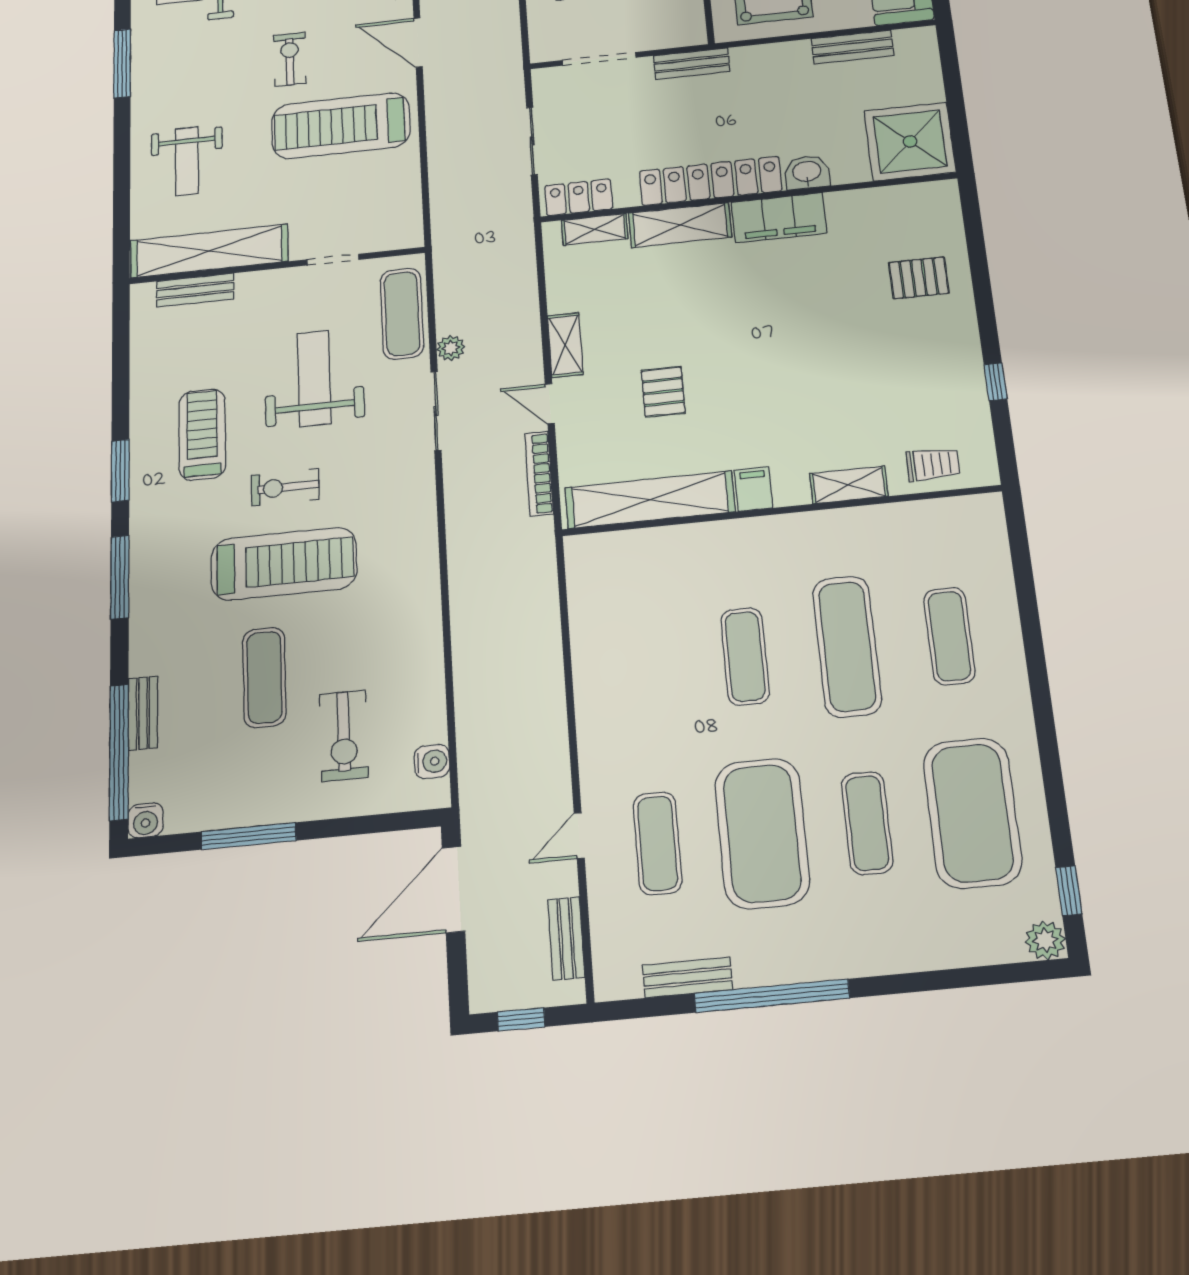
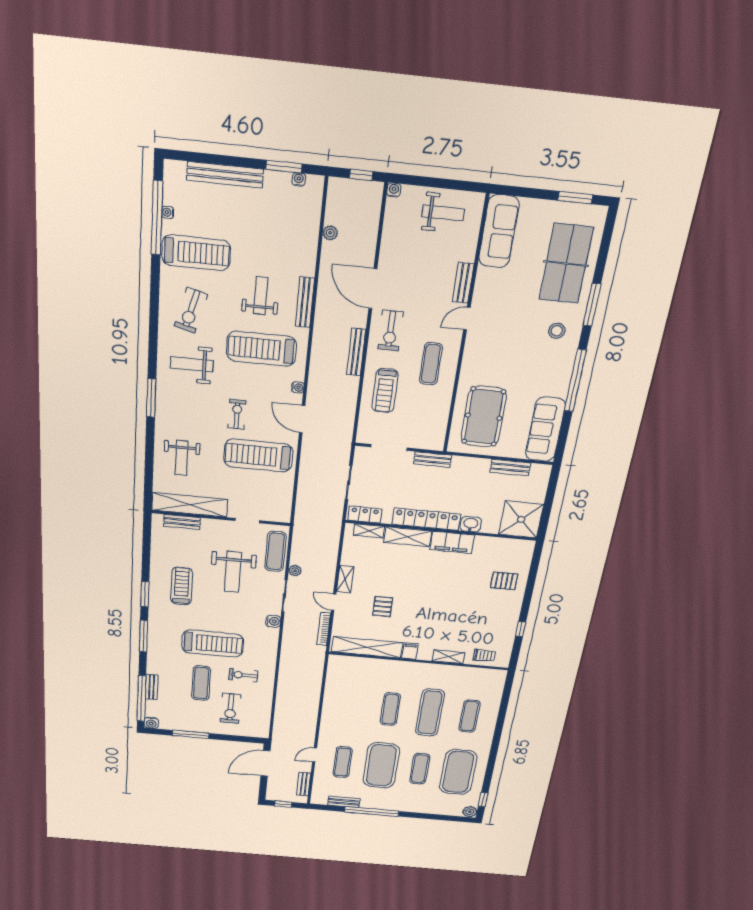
weight bench: (314, 378) -> (233, 572), turned 180
exercise bike: (285, 487) -> (243, 675), moved
water cooler: (432, 761) -> (273, 621), moved

